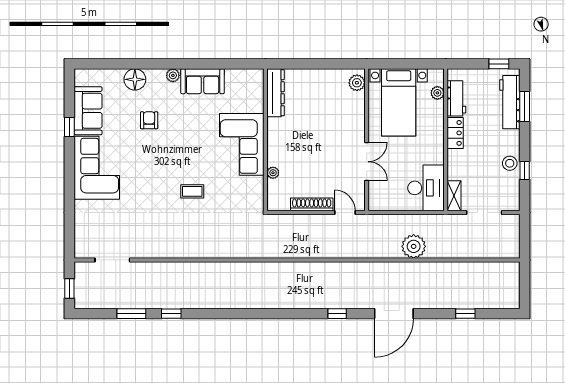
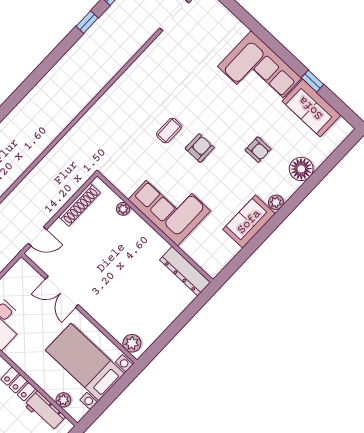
armchair: (185, 160) -> (200, 148), added
shoe rack: (312, 204) -> (79, 205), moved

